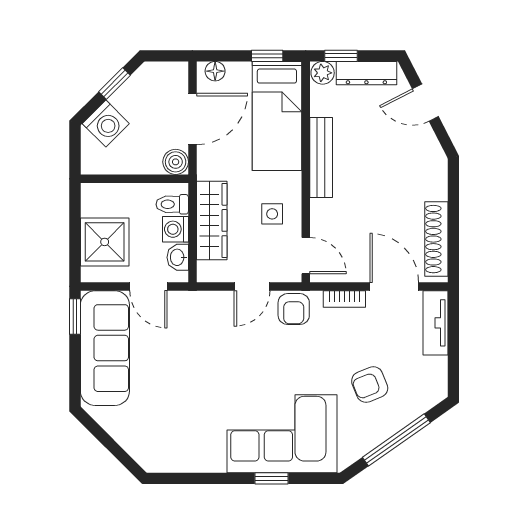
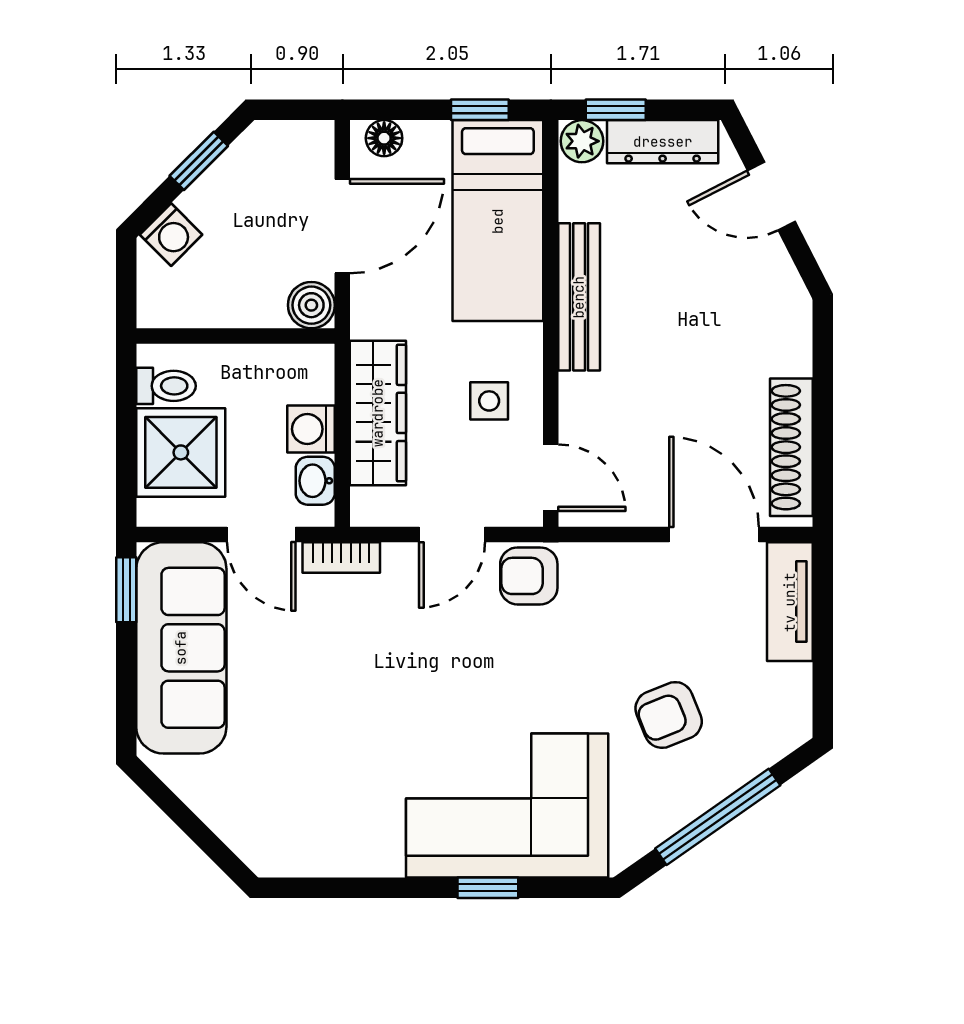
washing machine: (106, 124) -> (171, 235), width x0.73, depth x0.73
toilet: (172, 204) -> (166, 386), moved, turned 180
bookcase: (344, 299) -> (341, 557), moved
armchair: (294, 309) -> (529, 576), turned 90

